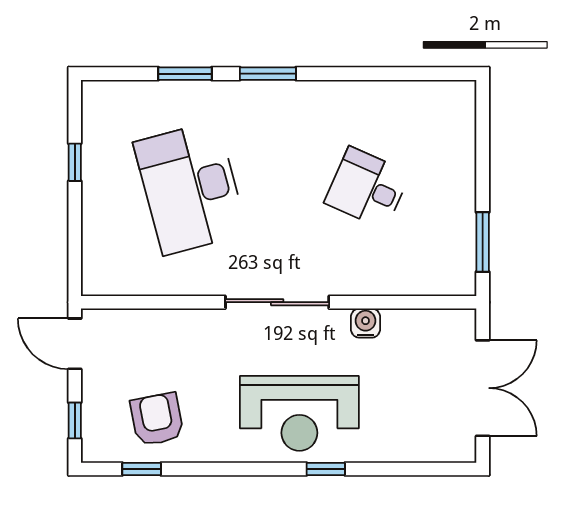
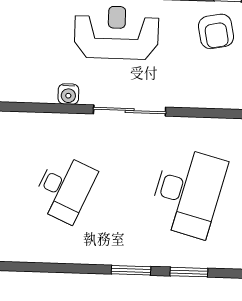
desk: (190, 188) -> (188, 192), turned 30
desk: (367, 188) -> (64, 188), width x1.37

